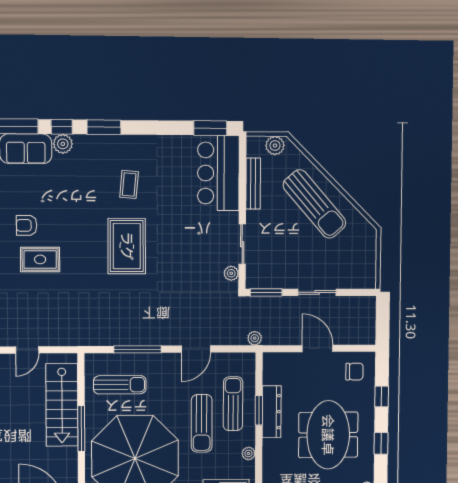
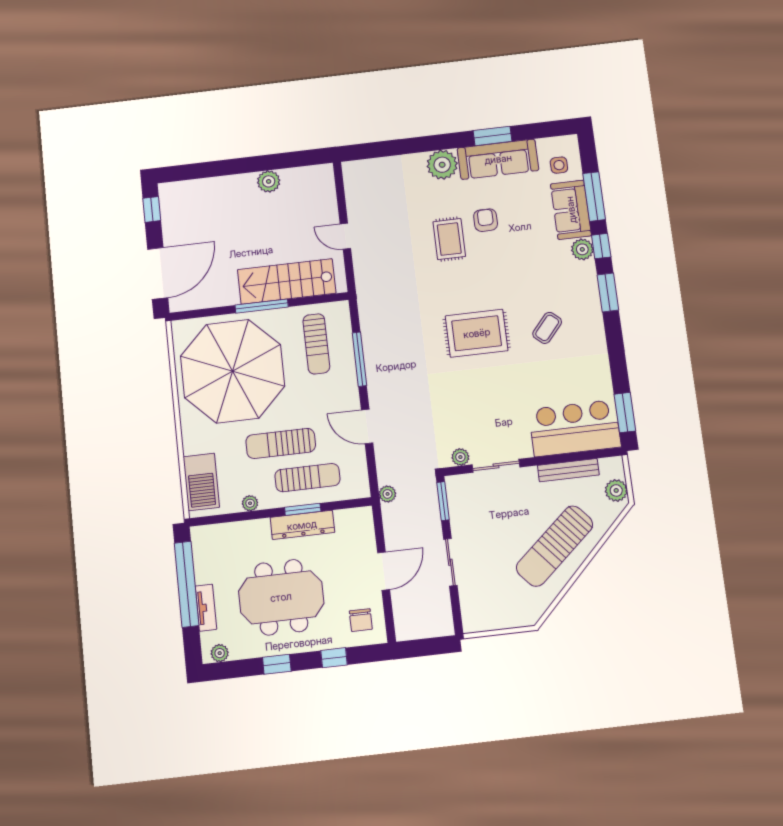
coffee table: (129, 184) -> (547, 328), turned -54

